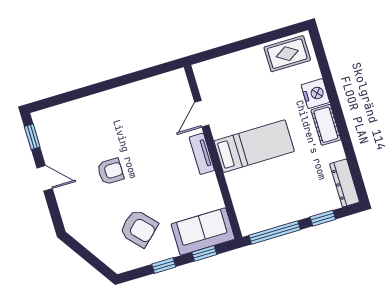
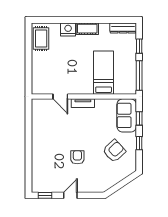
bed: (254, 146) -> (104, 73), moved

